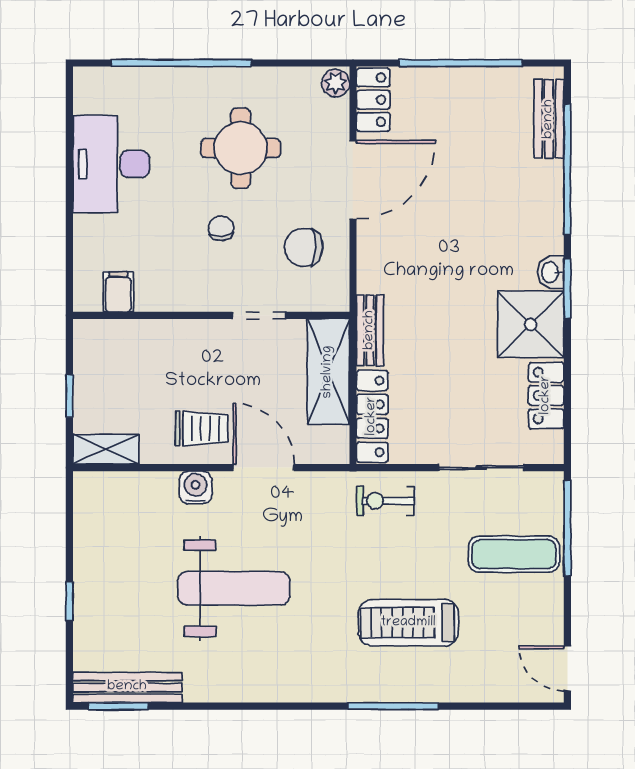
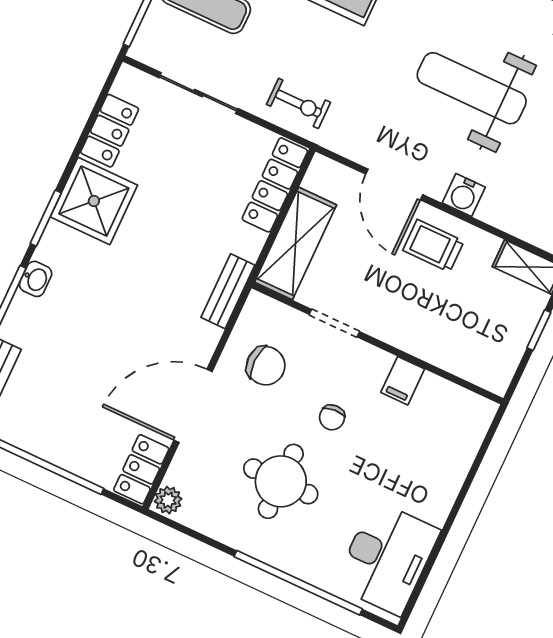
desk: (111, 164) -> (387, 558), moved
washbasin: (551, 272) -> (36, 279), moved
filing cabinet: (118, 292) -> (403, 381), moved
bench: (370, 330) -> (228, 291), moved

